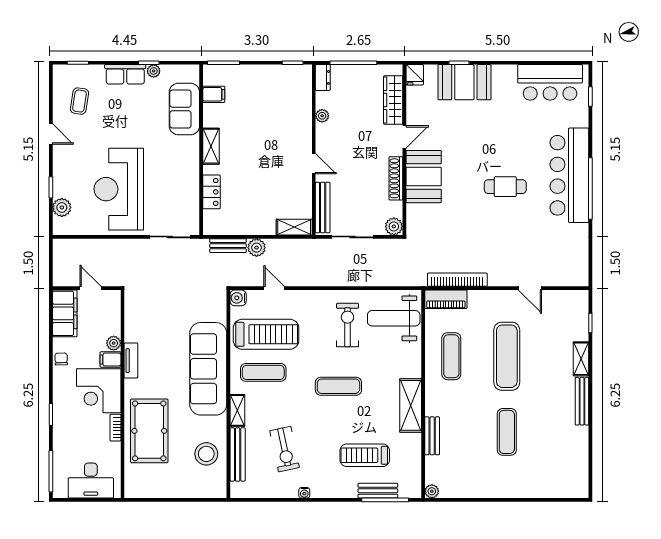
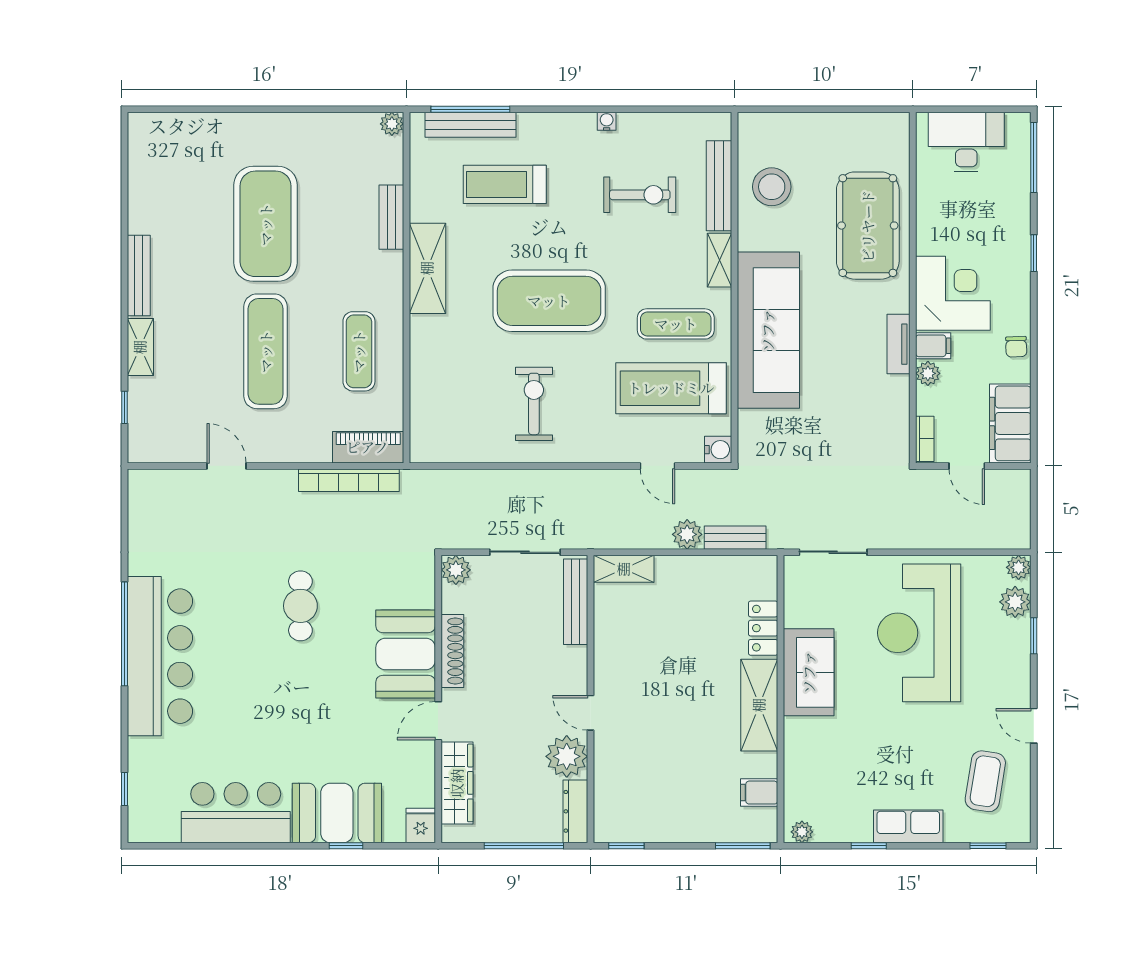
plant: (154, 71) -> (802, 832), moved
dresser: (323, 77) -> (575, 811), width x1.44
bar counter: (550, 82) -> (236, 813), moved
coffee table: (79, 101) -> (985, 781), width x1.36, depth x1.30
sofa: (184, 109) -> (809, 672), moved
plant: (322, 116) -> (567, 756), width x1.88, depth x1.88
shelving: (211, 146) -> (759, 705), width x1.50, depth x1.33
door: (314, 164) -> (591, 713), moved
cafe table: (505, 187) -> (300, 606), moved, turned 90
reception desk: (119, 189) -> (919, 633), turned 180
plant: (60, 228) -> (1019, 567), added
weight bench: (394, 318) -> (456, 415), removed
exercise bike: (347, 325) -> (534, 404), turned 180
exercise mat: (338, 386) -> (549, 301), width x2.00, depth x1.45
bookcase: (115, 428) -> (925, 439), moved
exercise mat: (507, 432) -> (266, 224), width x2.00, depth x1.45
exercise bike: (285, 449) -> (640, 195), turned 102
treadmill: (365, 455) -> (505, 184), turned 180
bench: (378, 491) -> (471, 125), width x1.36

